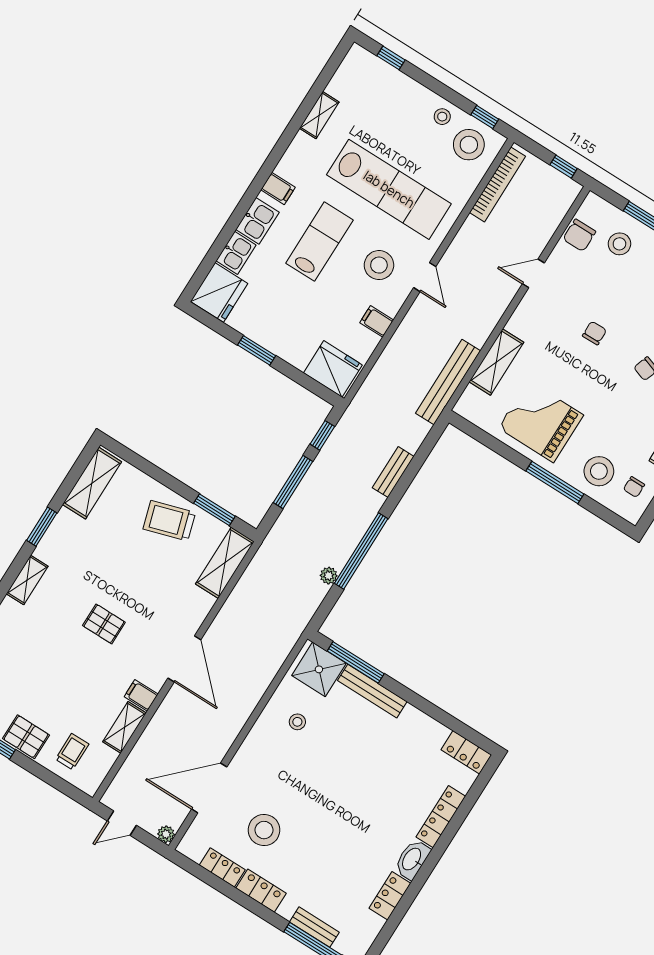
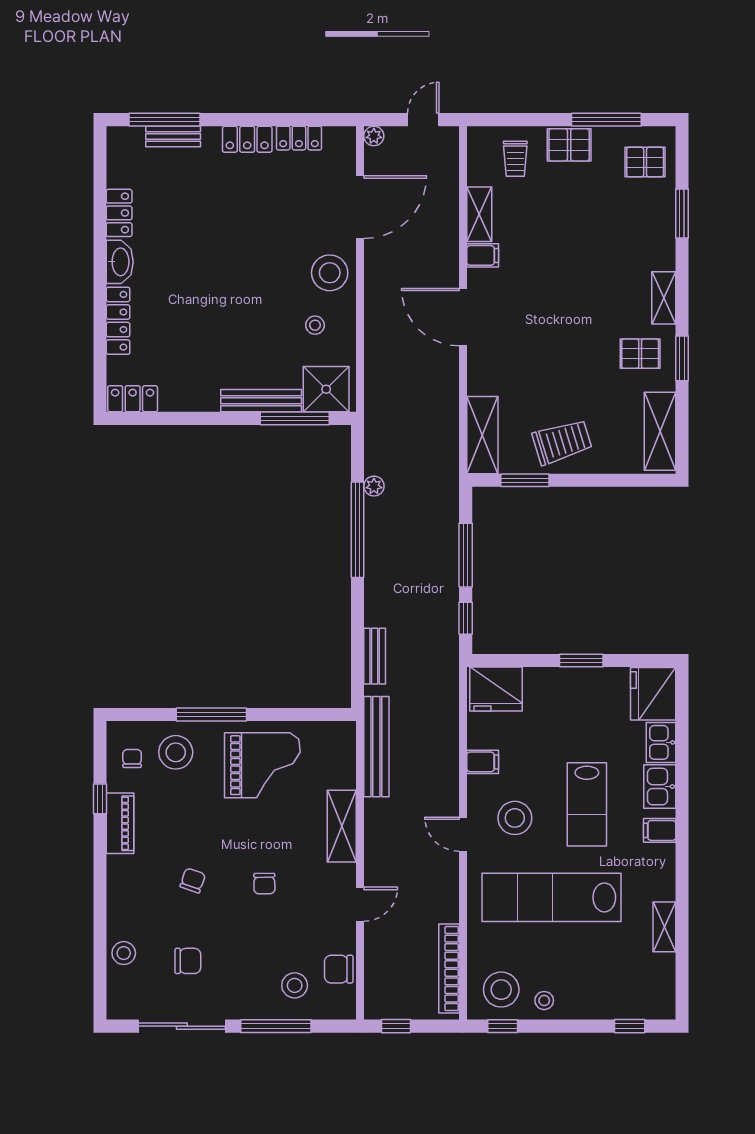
chair: (579, 235) -> (339, 969), turned -90
shelving: (496, 362) -> (342, 826), moved
bench: (393, 472) -> (375, 656), moved
pallet: (104, 624) -> (640, 354), moved
stool: (264, 830) -> (330, 273), moved

